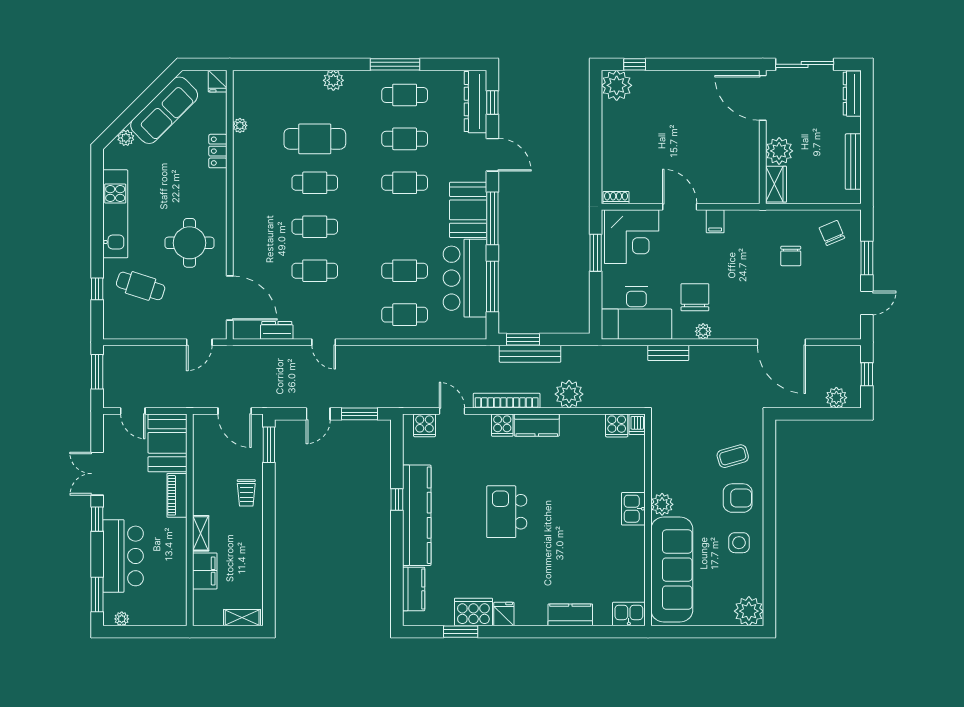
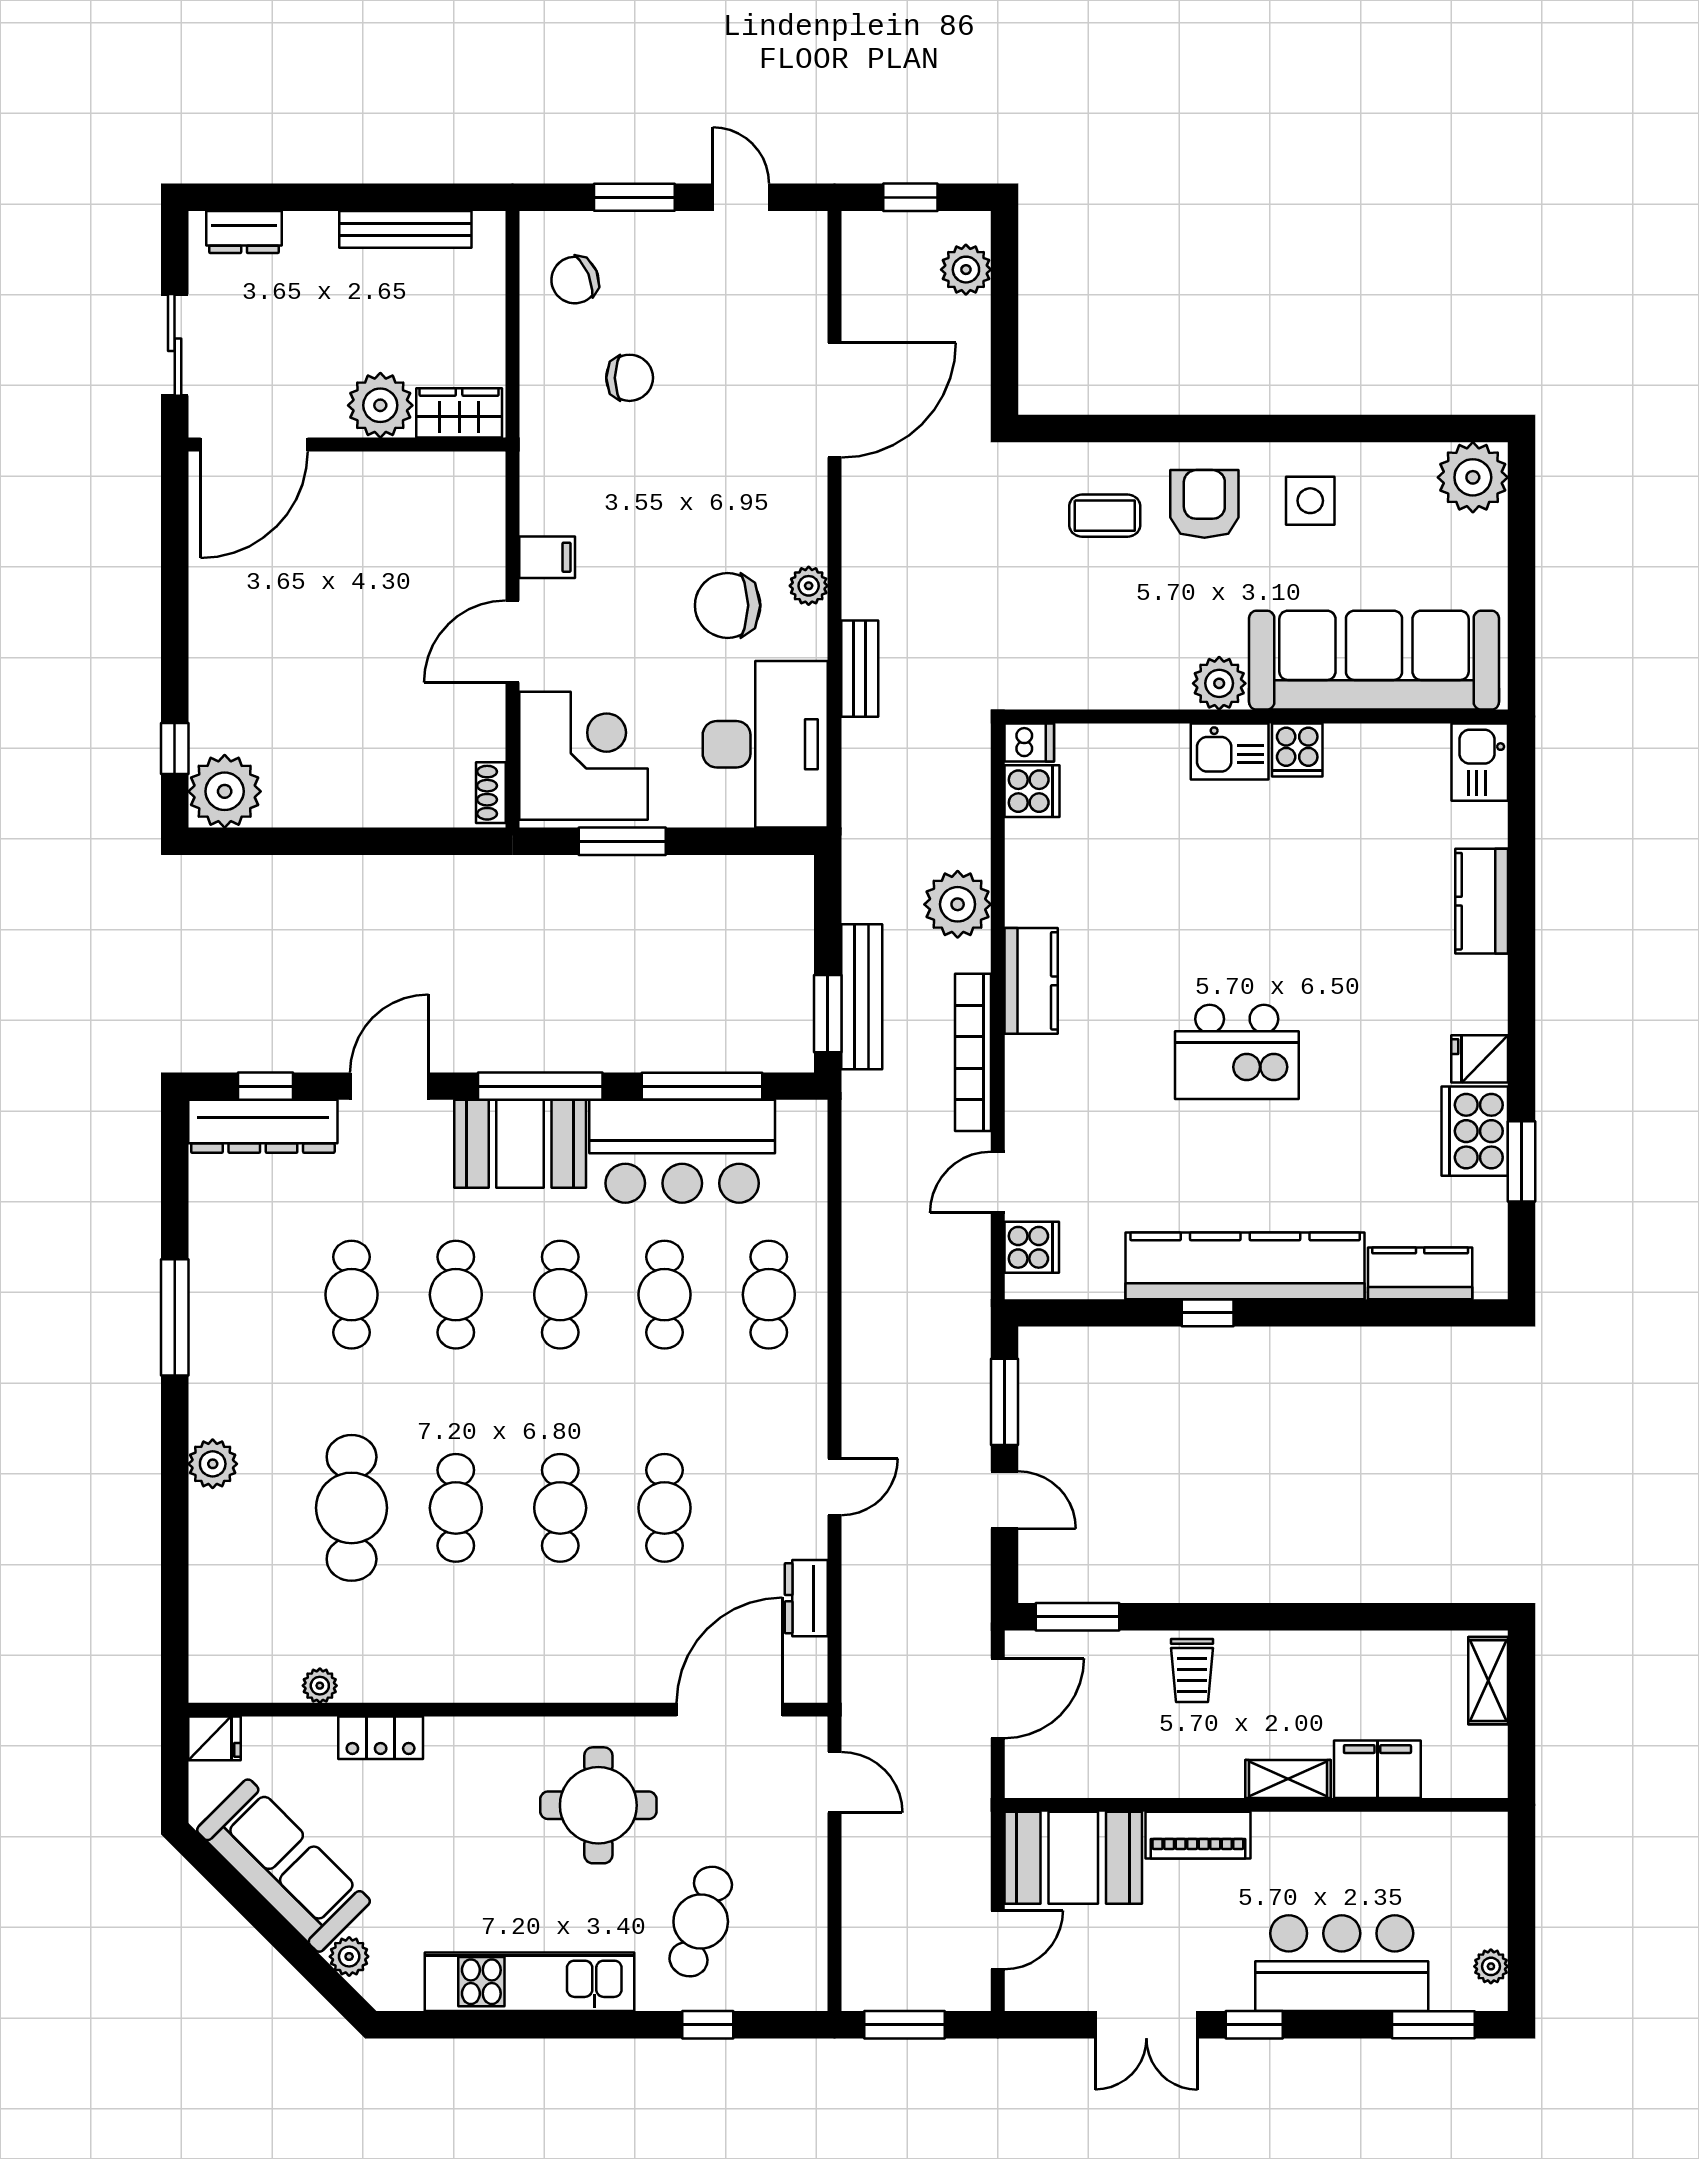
sliding door: (805, 64) -> (175, 345), width x0.73
dresser: (852, 94) -> (244, 232), width x0.70
cafe table: (405, 95) -> (560, 1295), moved
cooker: (502, 425) -> (1297, 750), moved, turned 90
coffee table: (733, 456) -> (1105, 516), turned -74
trolley: (246, 493) -> (1192, 1671), turned 90

